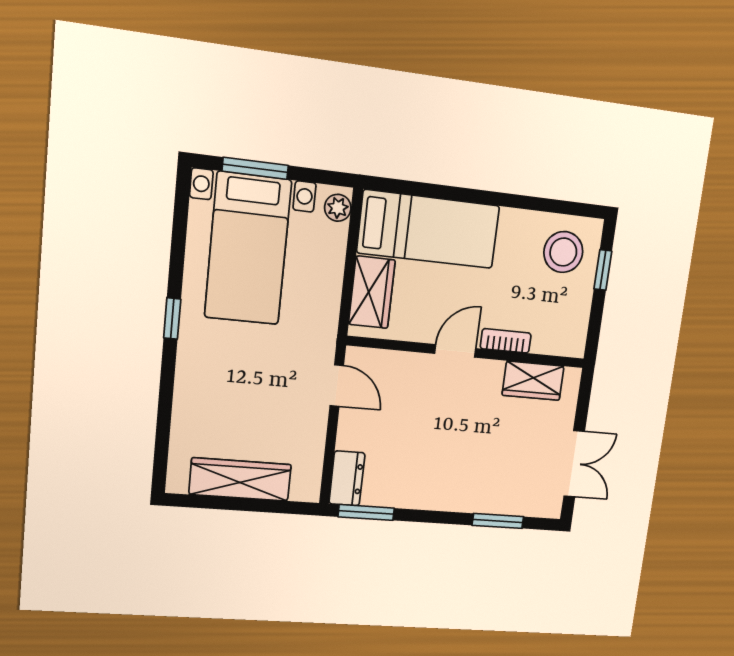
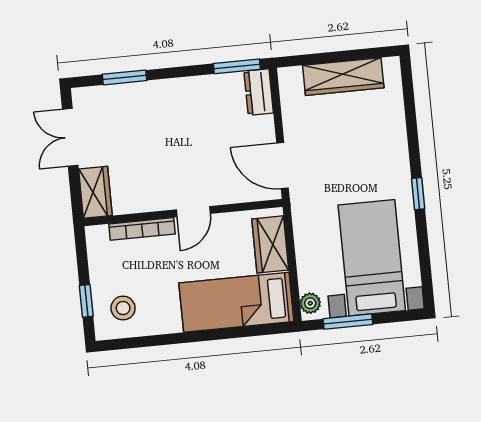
window: (255, 168) -> (348, 322), moved
stool: (563, 252) -> (123, 308), width x0.73, depth x0.73
bookcase: (506, 341) -> (142, 229), width x1.56
wardrobe: (533, 381) -> (95, 192), moved, turned 90
door: (337, 386) -> (282, 166), width x1.38

